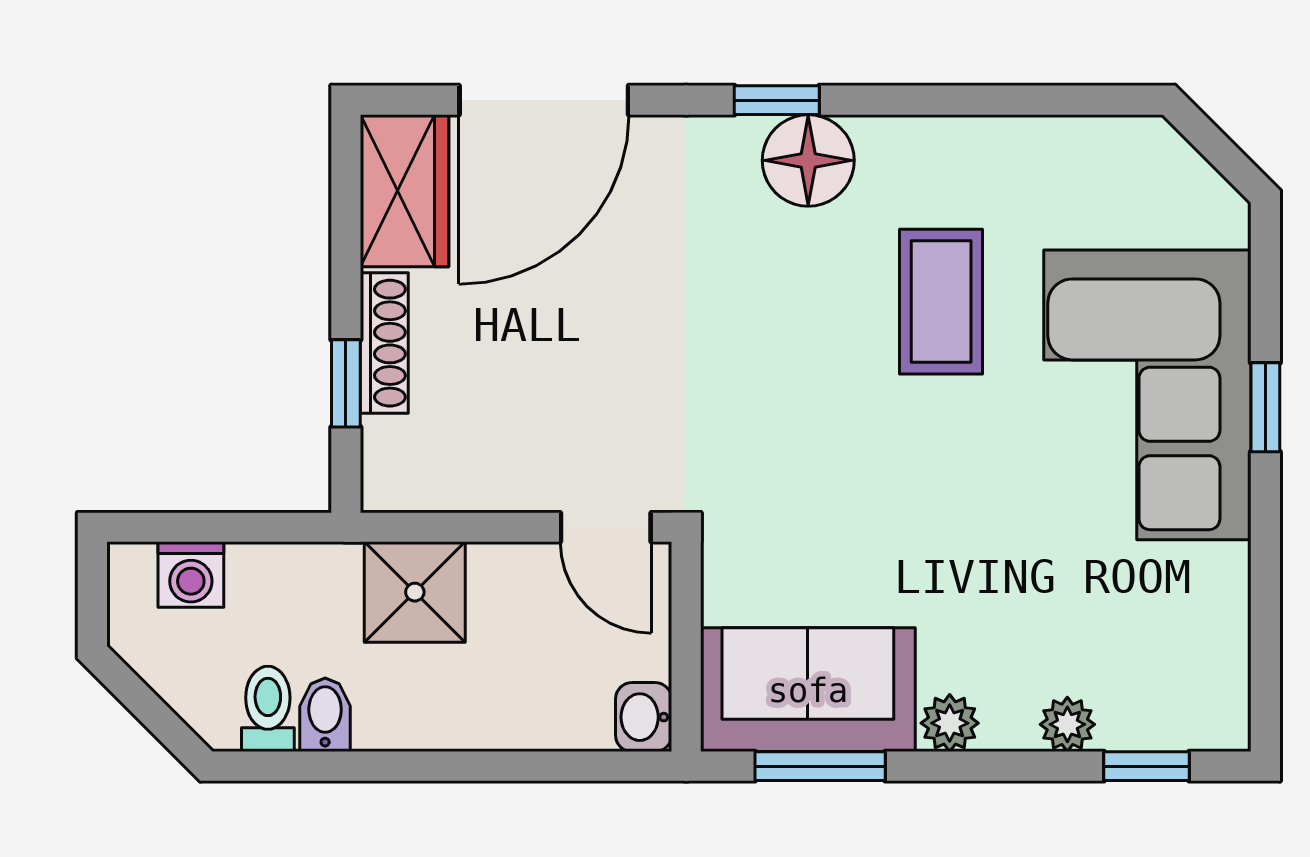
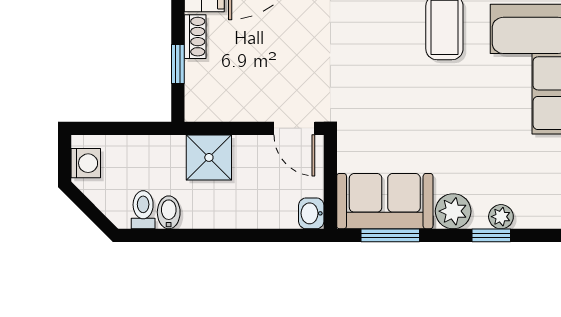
shoe rack: (384, 343) -> (195, 37), width x0.70
washing machine: (191, 575) -> (86, 163), moved, turned -90
plant: (950, 723) -> (453, 211), width x1.38, depth x1.38
window: (1147, 766) -> (491, 235), moved

